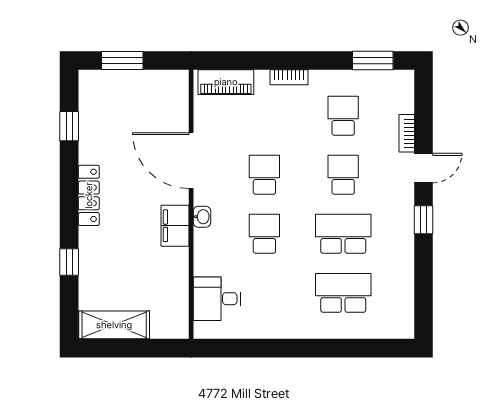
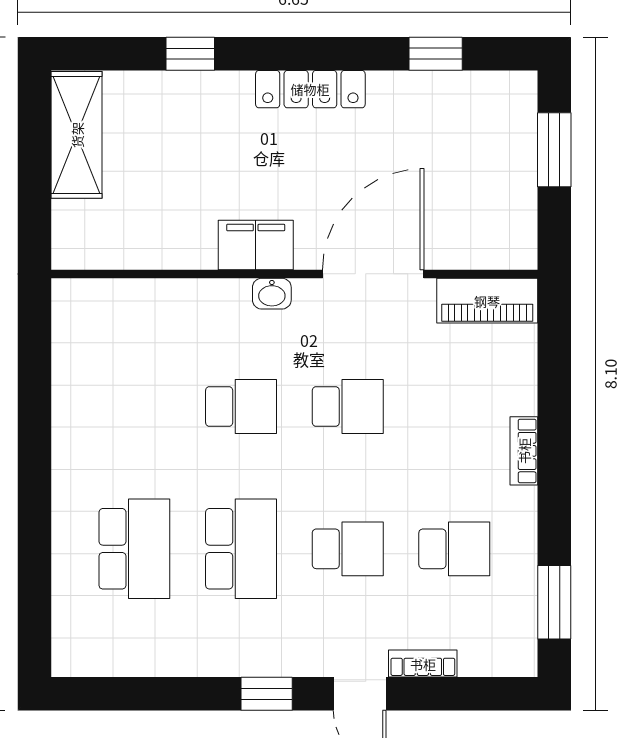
piano: (226, 82) -> (487, 301), moved, turned -90
desk: (217, 299) -> (124, 321), removed

